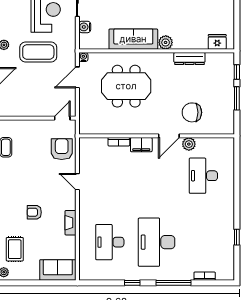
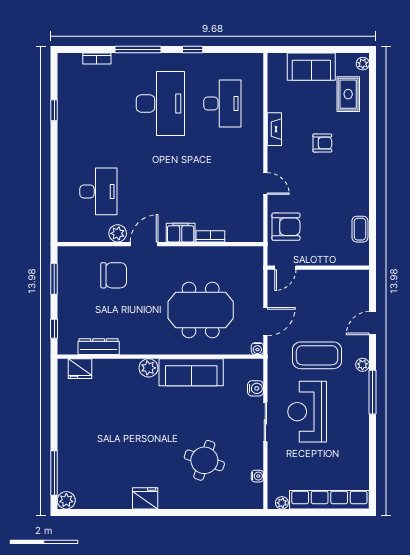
dresser: (189, 59) -> (99, 347), moved
window: (237, 98) -> (54, 279), moved
armchair: (62, 149) -> (286, 227), turned -90
sofa: (58, 270) -> (311, 67), moved

